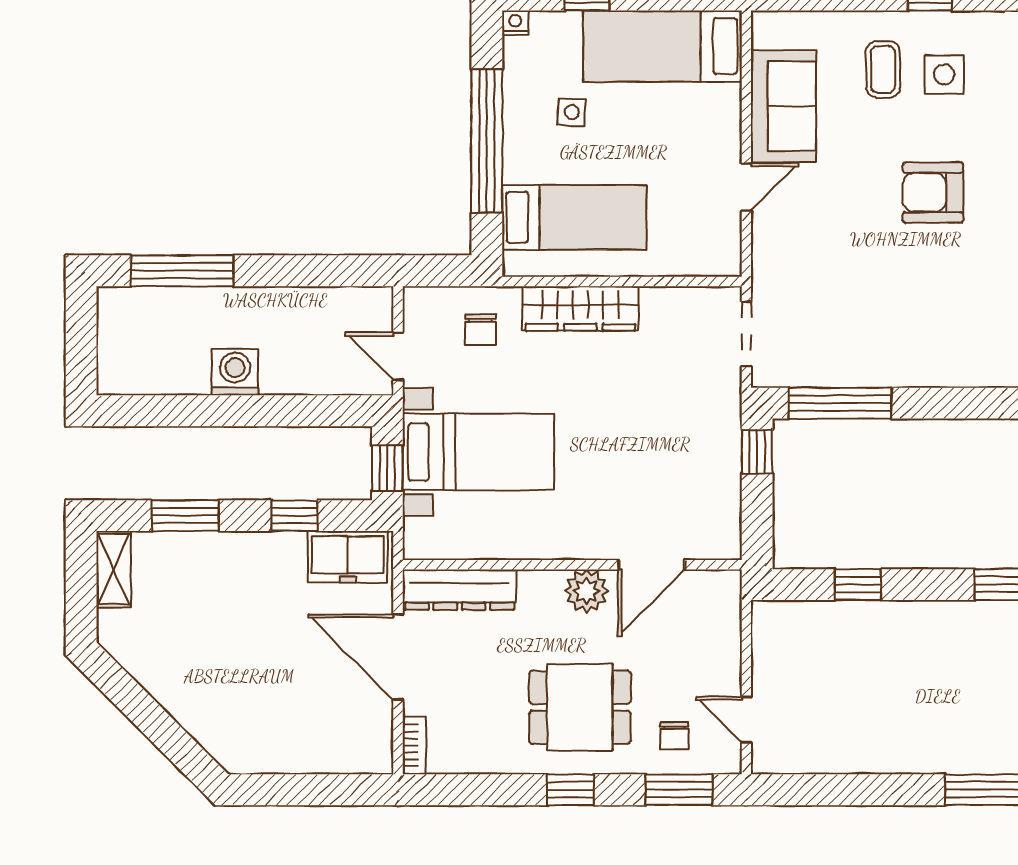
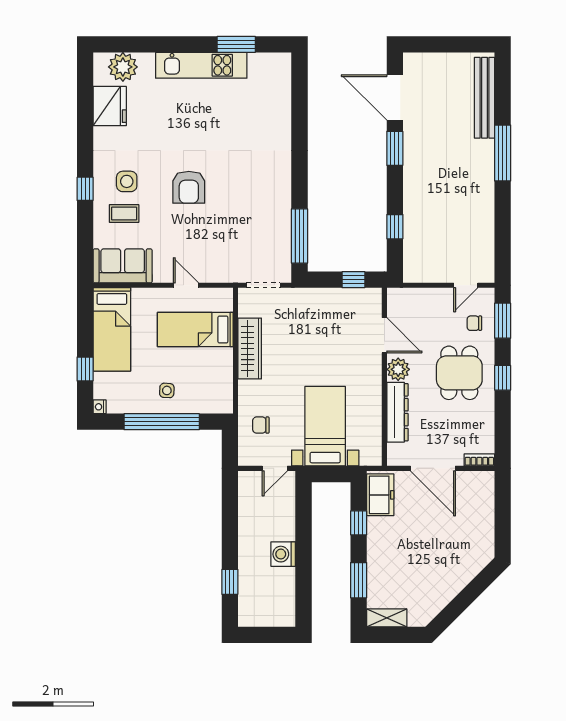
sofa: (783, 106) -> (123, 266), moved
side table: (572, 112) -> (167, 390), moved
bed: (574, 217) -> (195, 330), moved, turned -90
window: (182, 271) -> (230, 582), width x0.46
wardrobe: (580, 308) -> (250, 349), moved
chair: (481, 330) -> (261, 425), turned 180
window: (757, 452) -> (353, 280), moved
window: (387, 468) -> (334, 474), removed
dresser: (459, 590) -> (397, 412), moved
door: (398, 657) -> (433, 468), hinge flipped
chair: (674, 736) -> (474, 323), turned 180

